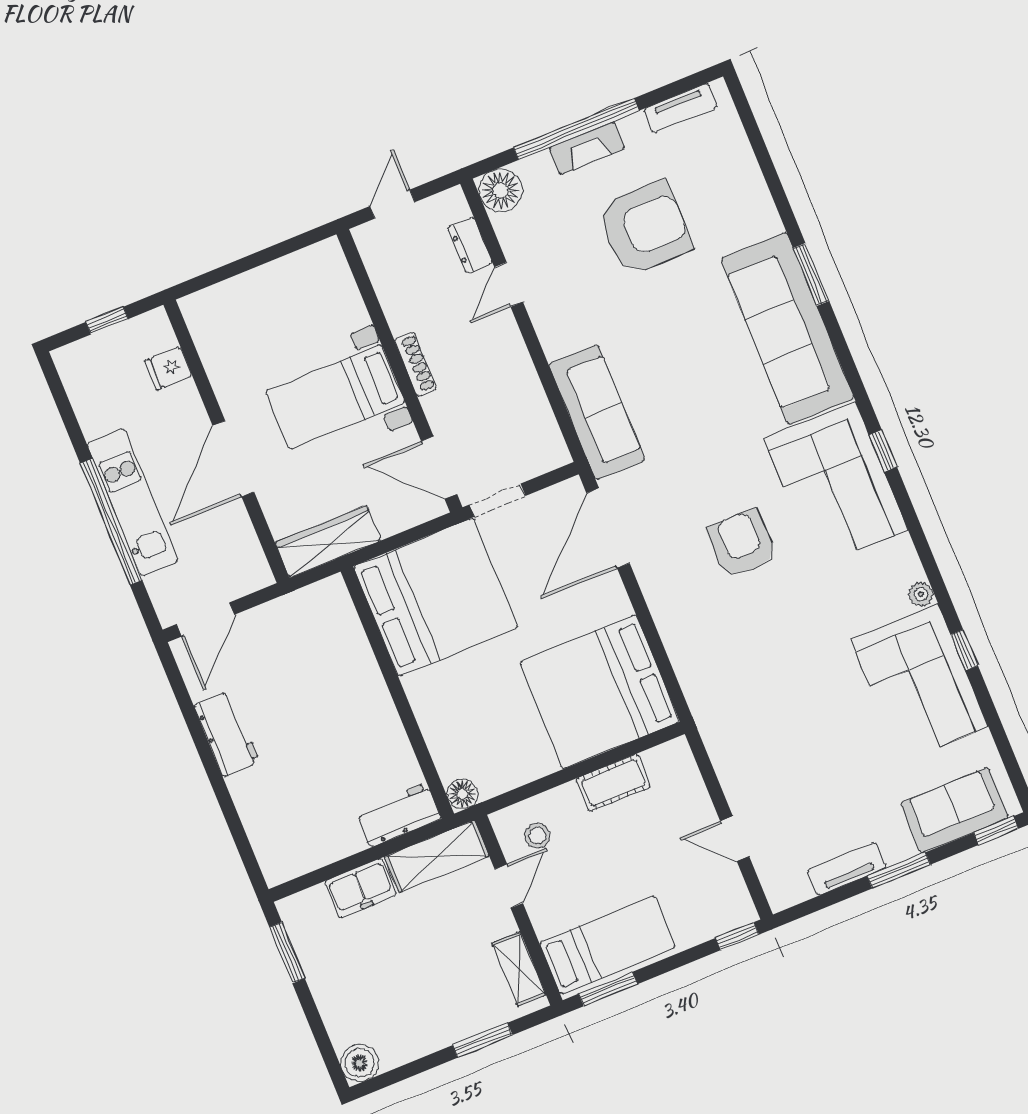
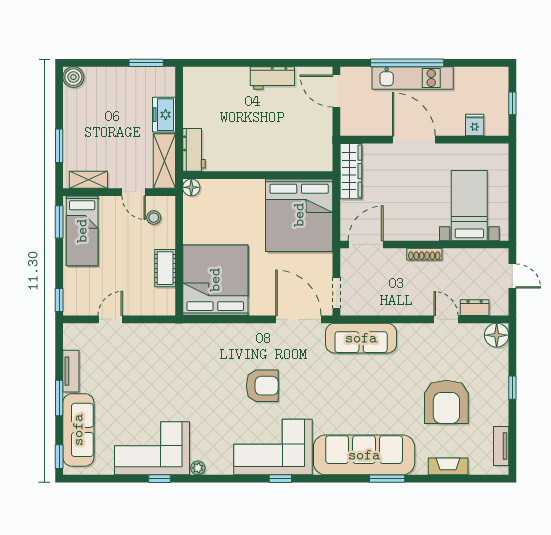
window: (576, 129) -> (512, 388), width x0.32
fireplace: (587, 148) -> (448, 466), moved, turned 90
bed with nightstands: (335, 397) -> (469, 206), moved
doorway: (497, 500) -> (336, 293), moved
sofa: (955, 810) -> (78, 430), width x1.36

